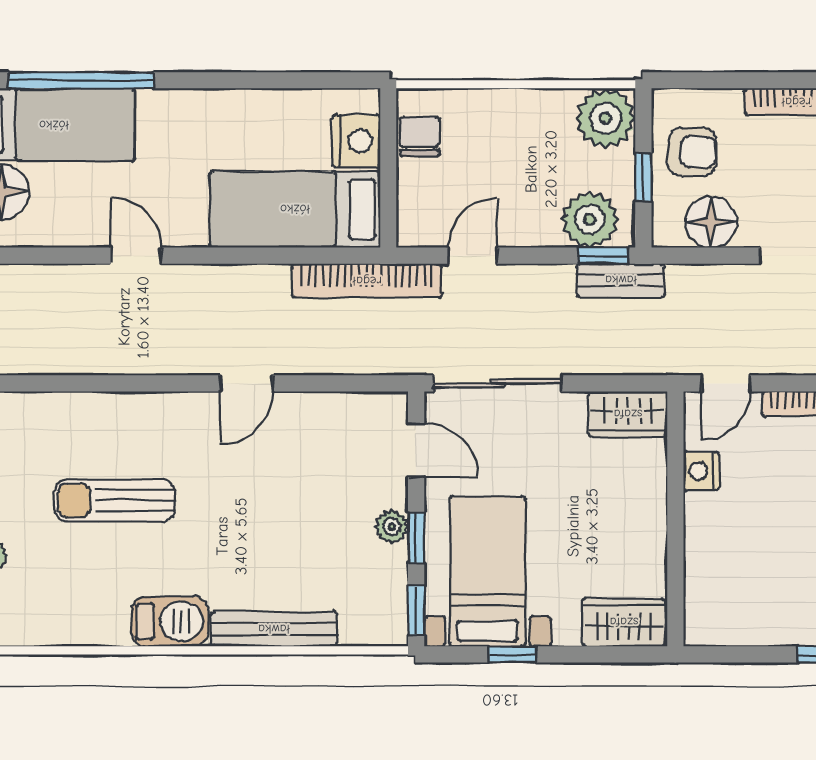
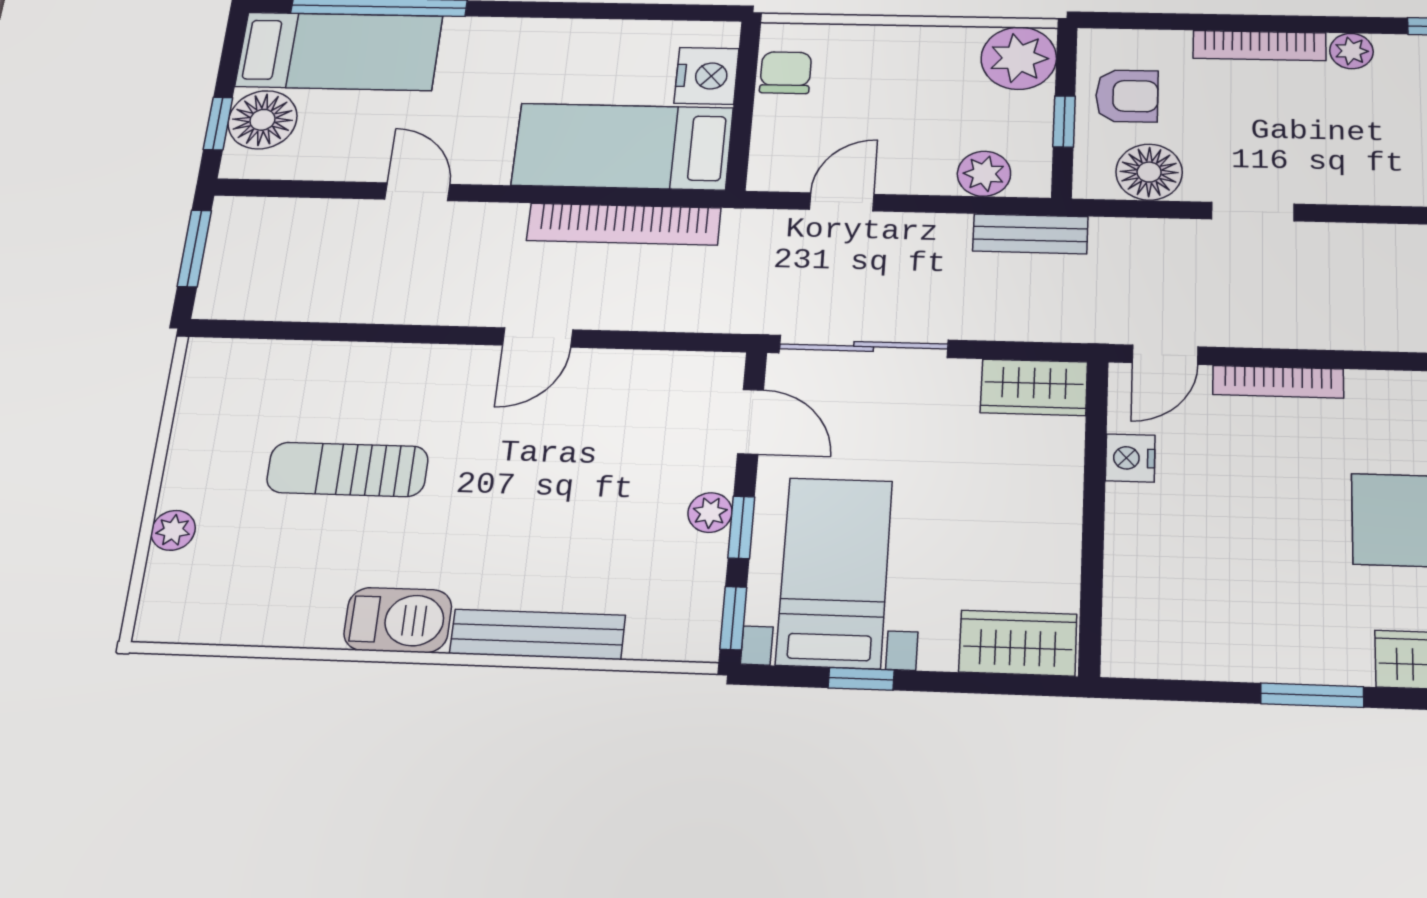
plant: (590, 219) -> (984, 174), width x0.73, depth x0.73
window: (603, 256) -> (1009, 206), removed
bookcase: (367, 281) -> (624, 224), moved

